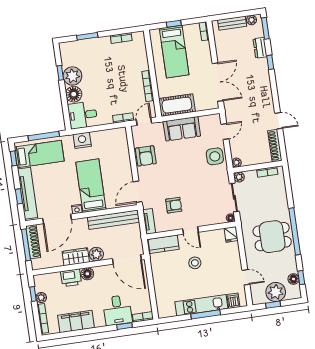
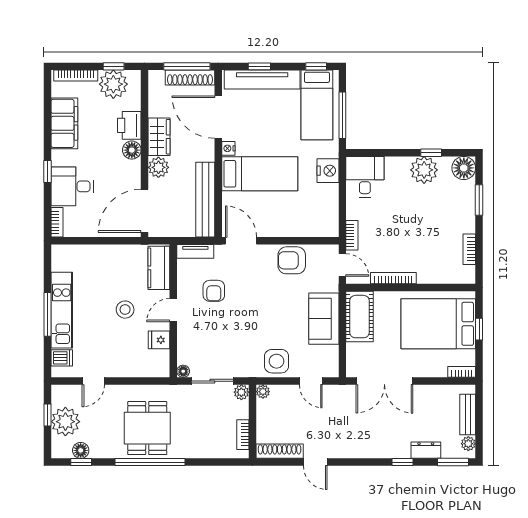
bed: (174, 52) -> (438, 324), width x1.50
floor lamp: (74, 94) -> (464, 168), moved
door: (279, 121) -> (315, 462), hinge flipped
fridge: (231, 234) -> (159, 340), moved
plant: (41, 298) -> (113, 84), width x1.87, depth x1.87
window: (125, 326) -> (47, 172), moved

